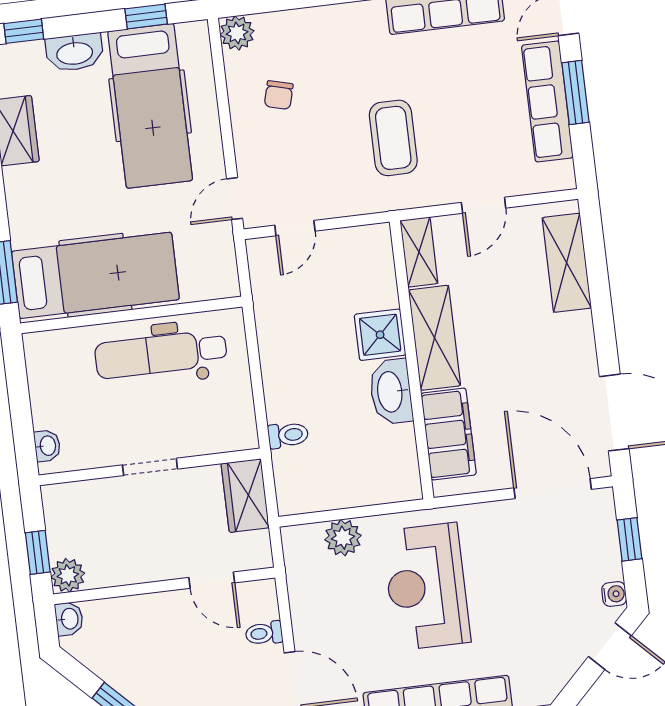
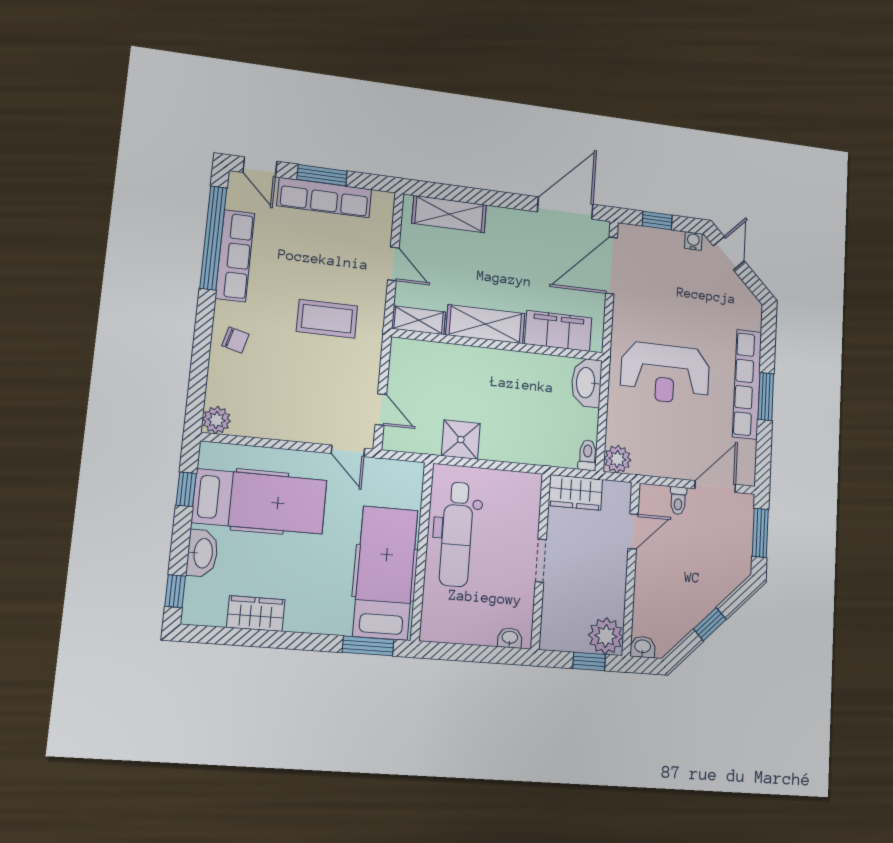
chair: (279, 95) -> (235, 340), moved
shower: (380, 335) -> (461, 440), moved
washbasin: (391, 392) -> (586, 383), moved, turned 90
toilet: (288, 435) -> (587, 455), moved
plant: (343, 538) -> (617, 459), moved
plant: (68, 575) -> (606, 636), width x1.36, depth x1.36

